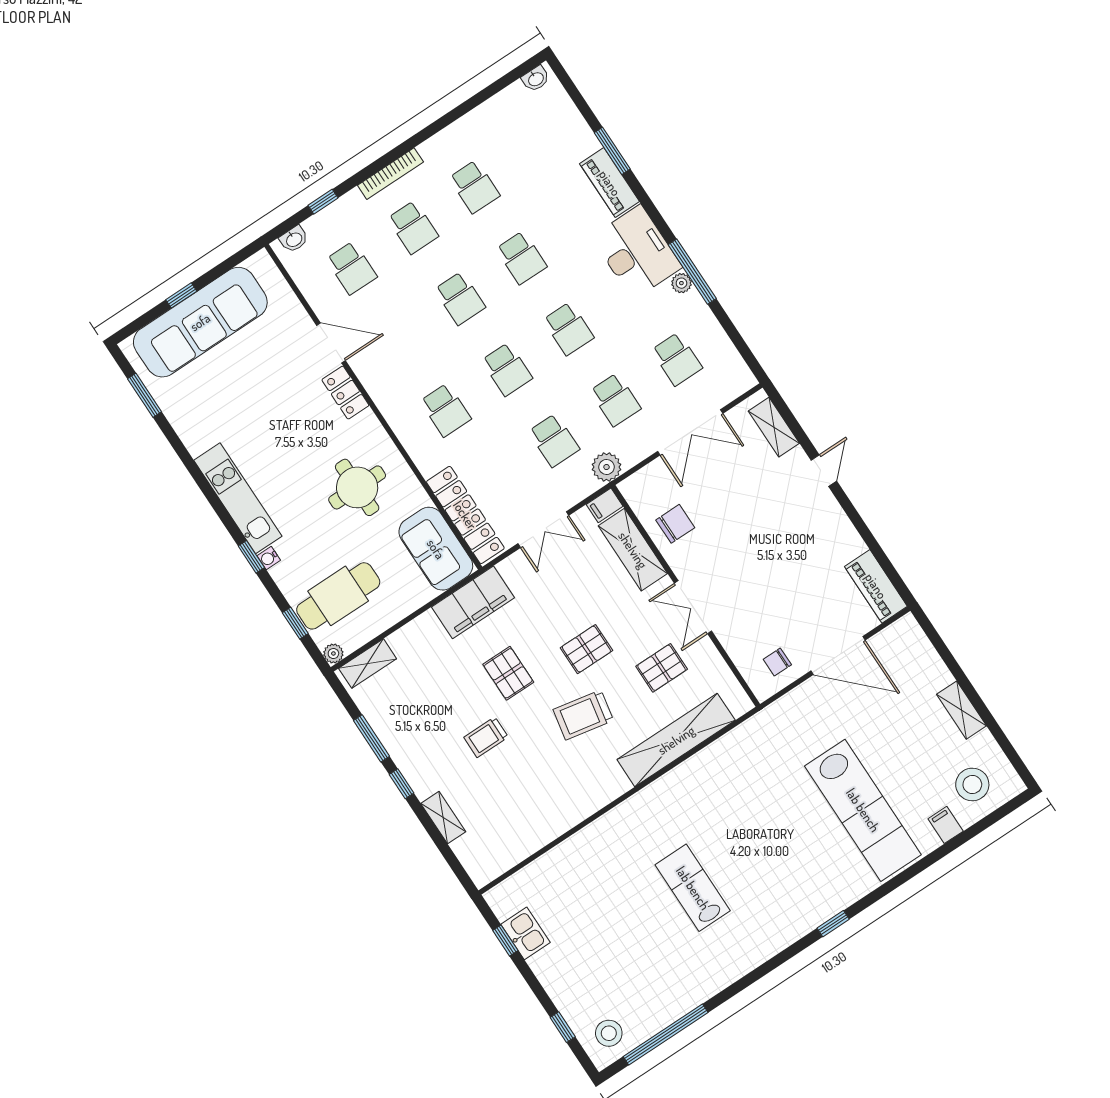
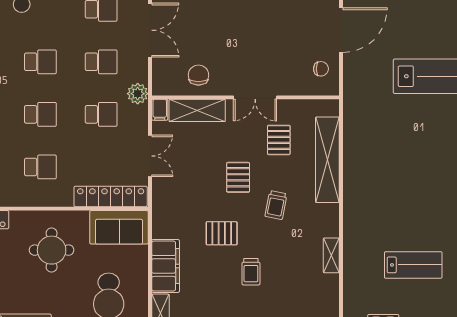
filing cabinet: (473, 602) -> (166, 266), moved
chair: (777, 662) -> (321, 69), turned -90
trolley: (583, 715) -> (276, 205), width x0.73, depth x0.72
shelving: (567, 818) -> (331, 255), added
lab bench: (693, 888) -> (413, 265), moved, turned 180

